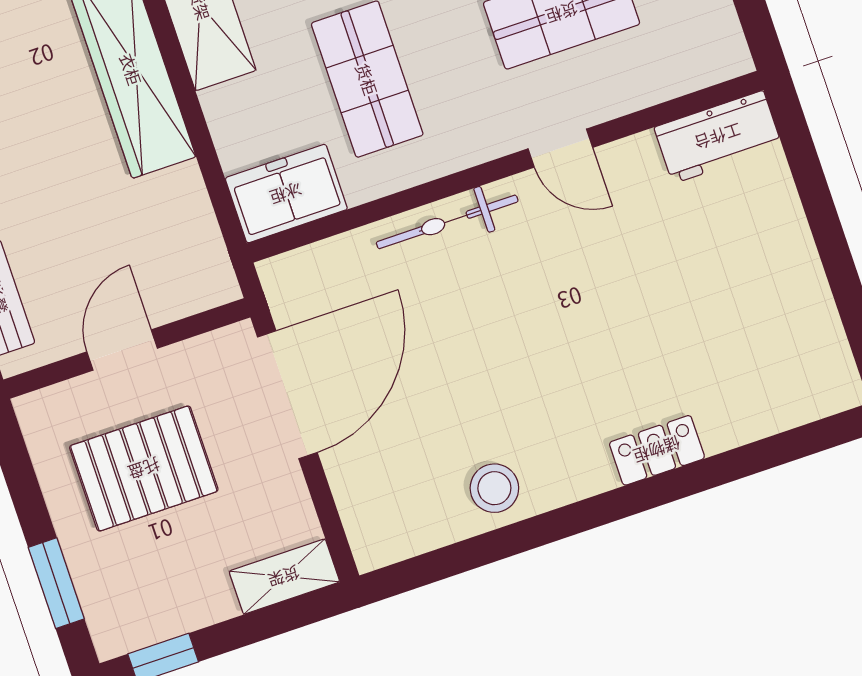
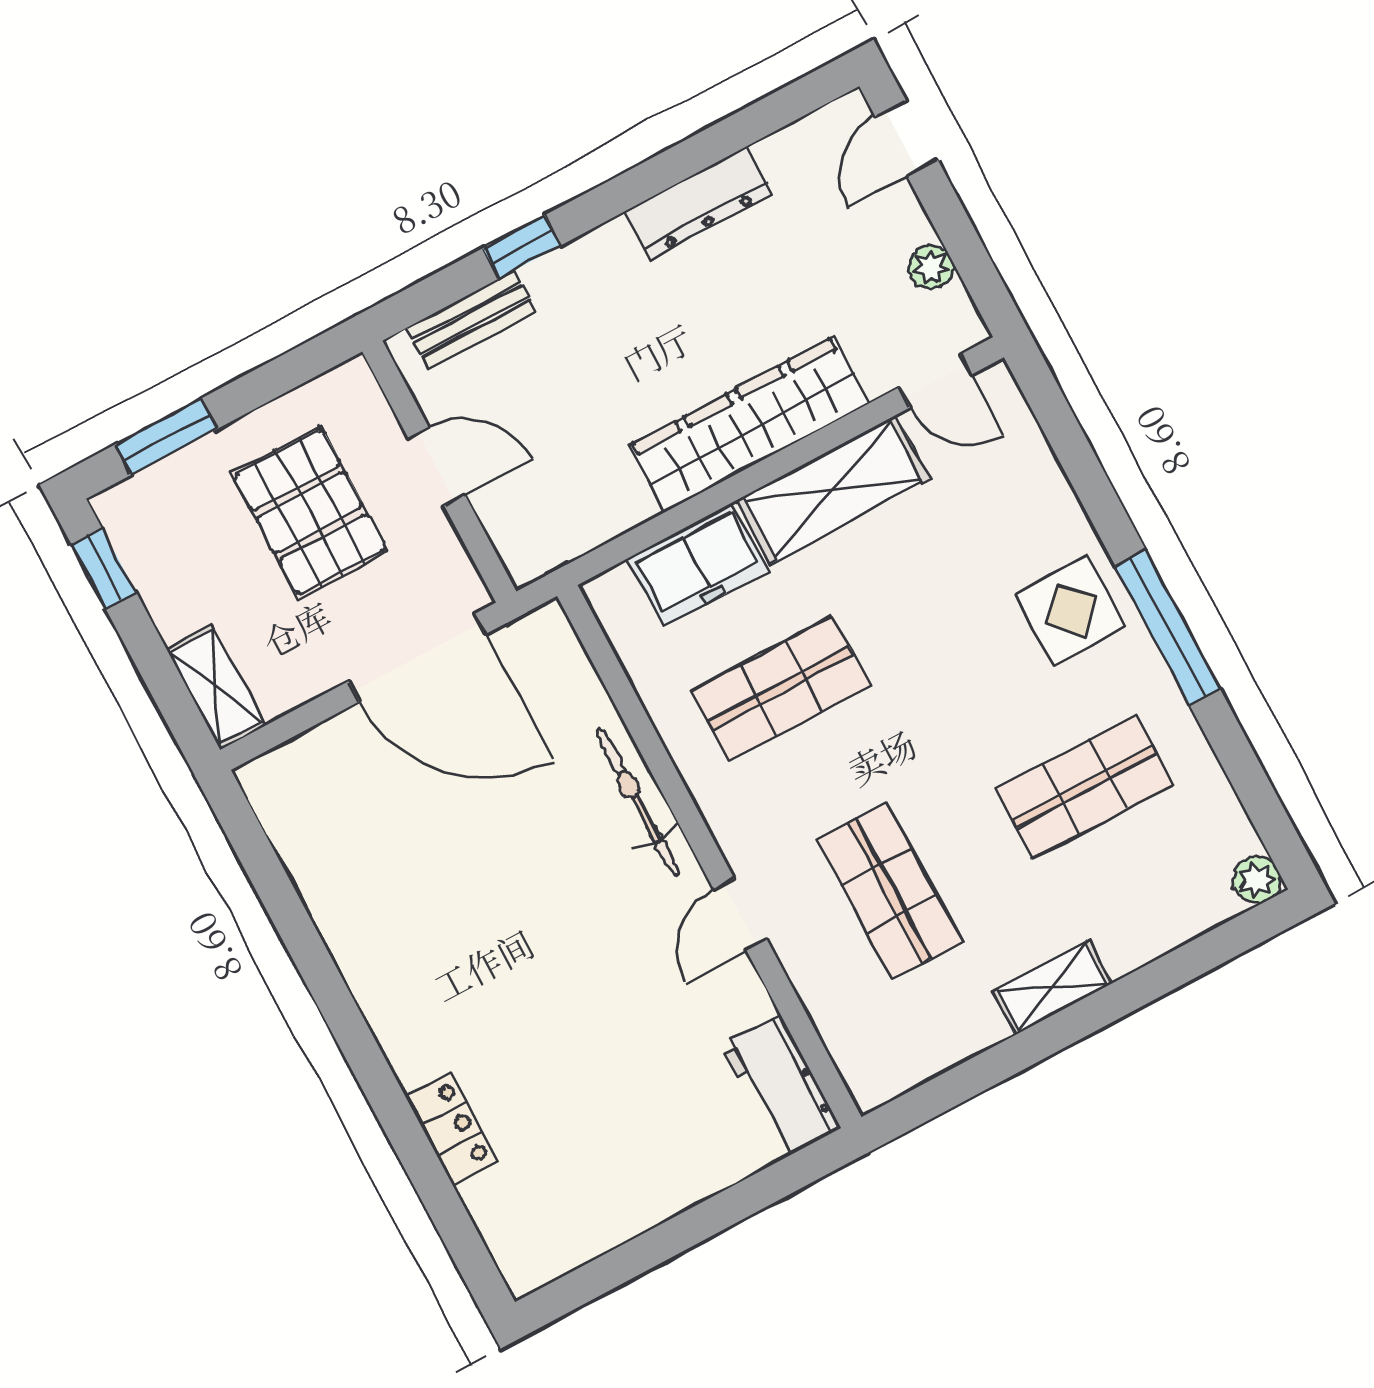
freezer: (286, 194) -> (698, 565), moved, turned 90
locker: (657, 450) -> (452, 1129), moved
stool: (494, 488) -> (352, 903), removed

